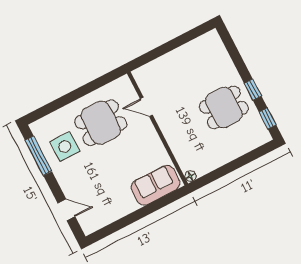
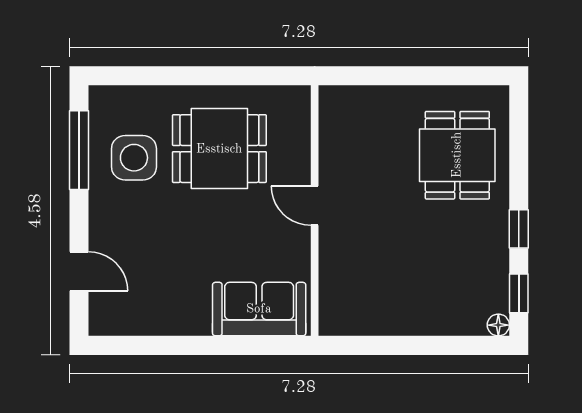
door: (146, 107) -> (315, 206), moved
dining table: (224, 107) -> (457, 155), moved, turned 90
floor lamp: (190, 176) -> (498, 325), moved

